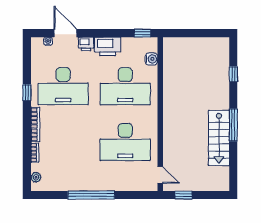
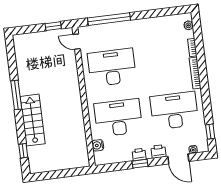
window: (142, 33) -> (140, 164), moved
printer: (108, 46) -> (139, 154), width x0.53, depth x0.68
window: (233, 74) -> (23, 151), moved
window: (27, 93) -> (210, 132), moved
stairs: (219, 138) -> (33, 120), moved
window: (91, 195) -> (109, 19), moved

